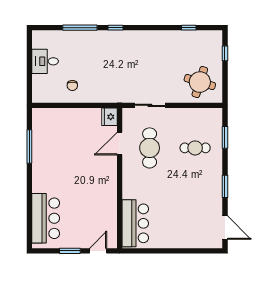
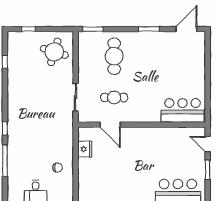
fridge: (110, 117) -> (85, 149), moved, turned -90
window: (225, 137) -> (93, 29), moved
cafe table: (150, 148) -> (114, 98), width x0.73, depth x0.74
cafe table: (195, 148) -> (114, 56), width x1.37, depth x1.35

